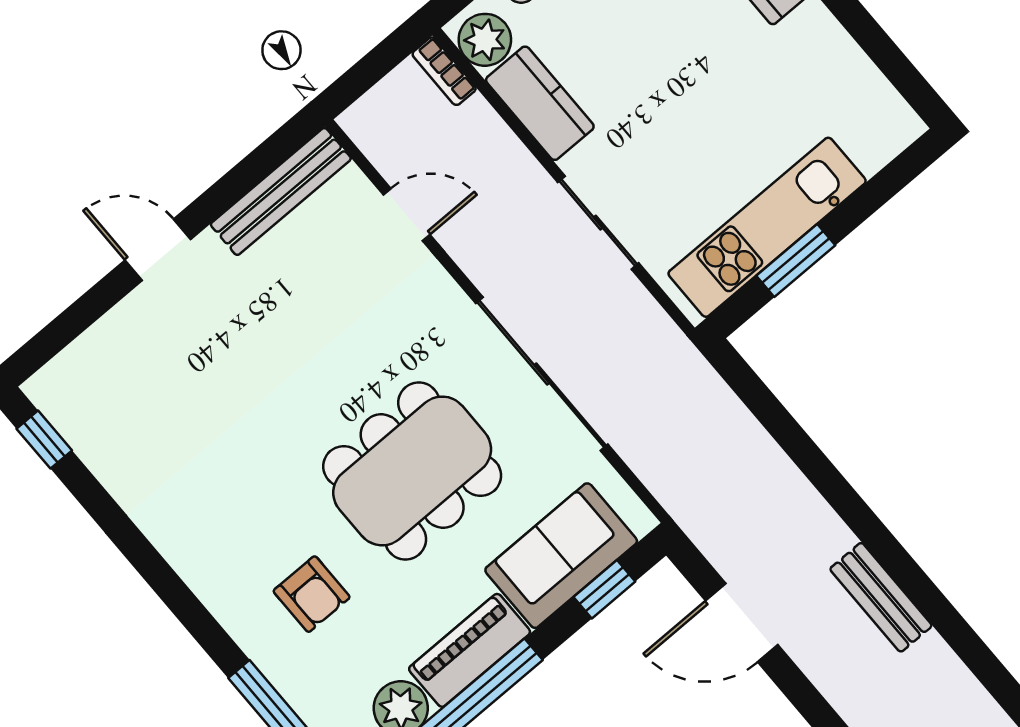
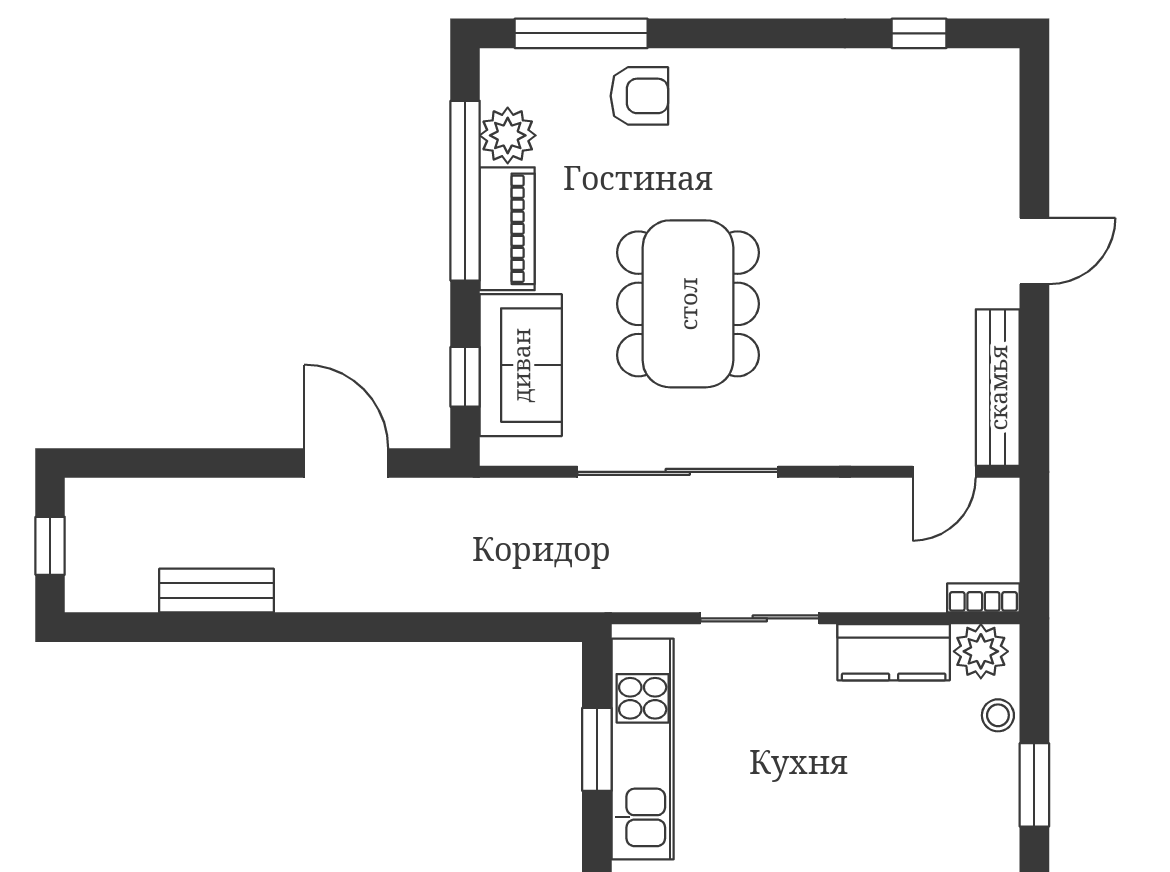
door: (407, 215) -> (944, 472), moved
window: (44, 440) -> (919, 33), moved
armchair: (312, 594) -> (639, 96), moved, turned 180
bench: (881, 597) -> (216, 591), moved
door: (742, 623) -> (346, 463), hinge flipped

